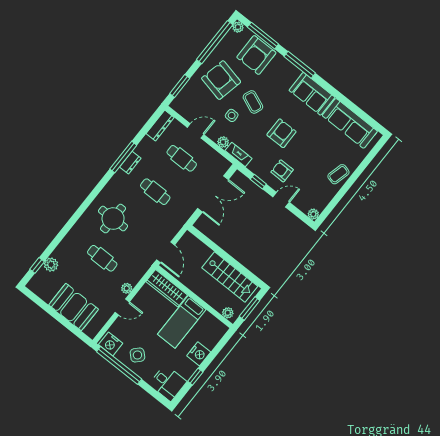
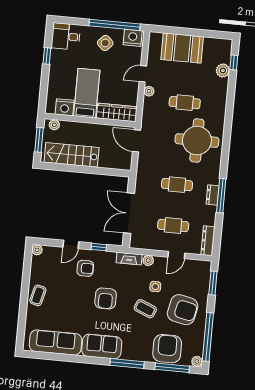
round table: (113, 219) -> (197, 141), width x1.36, depth x1.36
nightstand: (199, 354) -> (65, 107), moved, turned -90

